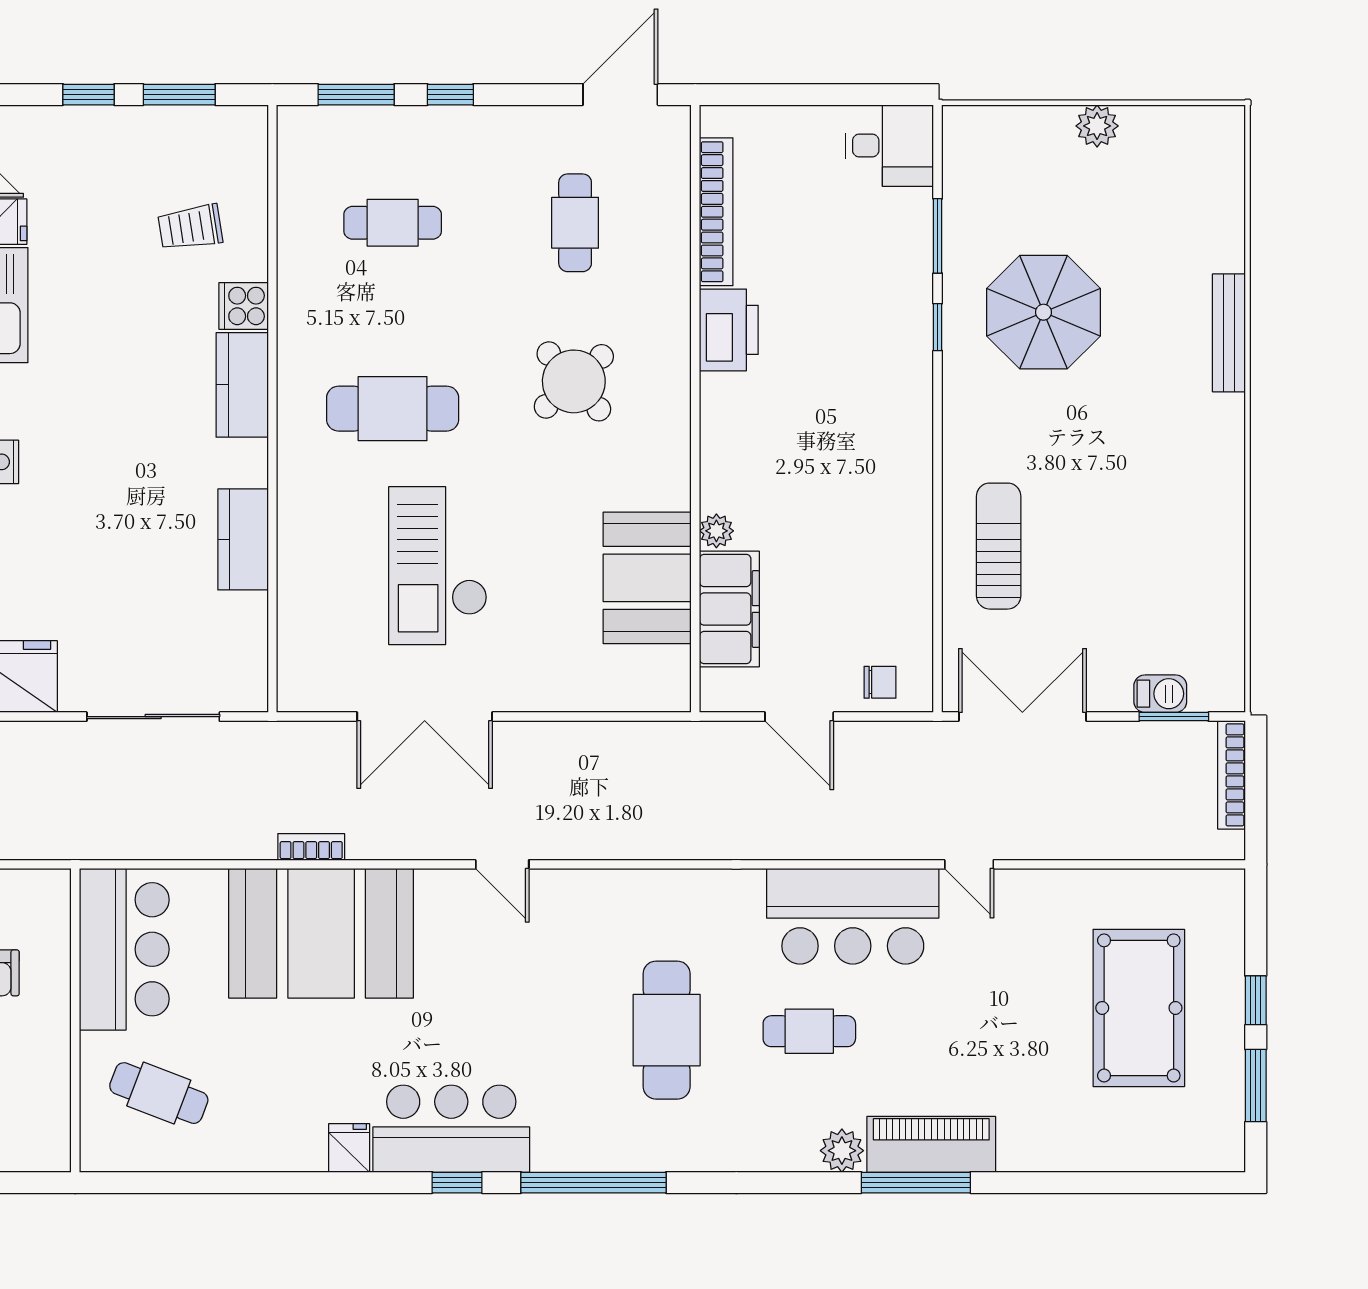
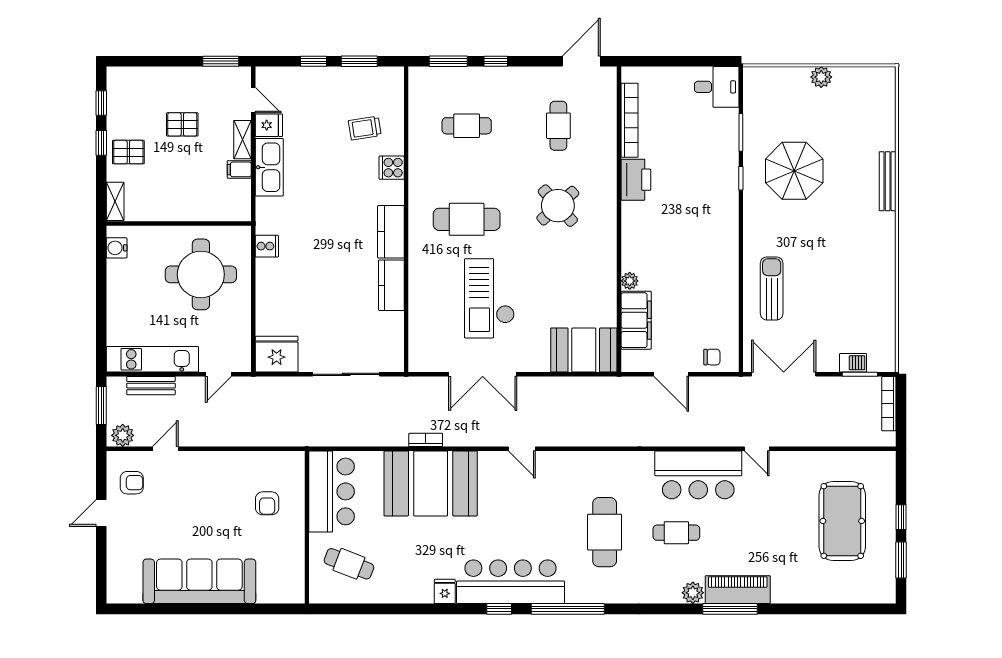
kitchen counter: (242, 385) -> (391, 232), moved
booth: (647, 578) -> (584, 350), moved, turned 90
bar counter: (451, 1129) -> (510, 582), width x1.36

